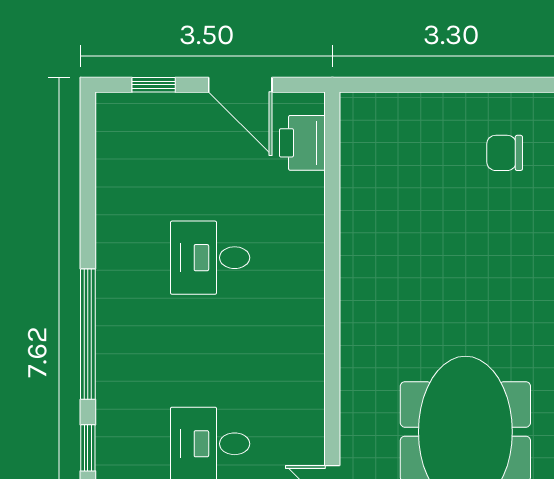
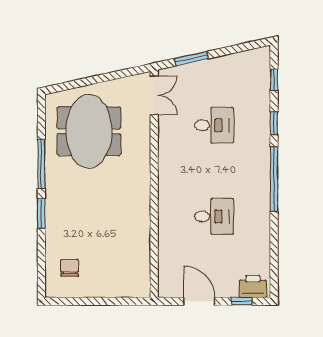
printer: (302, 143) -> (253, 287), moved, turned -90
chair: (505, 153) -> (70, 268), turned -90

